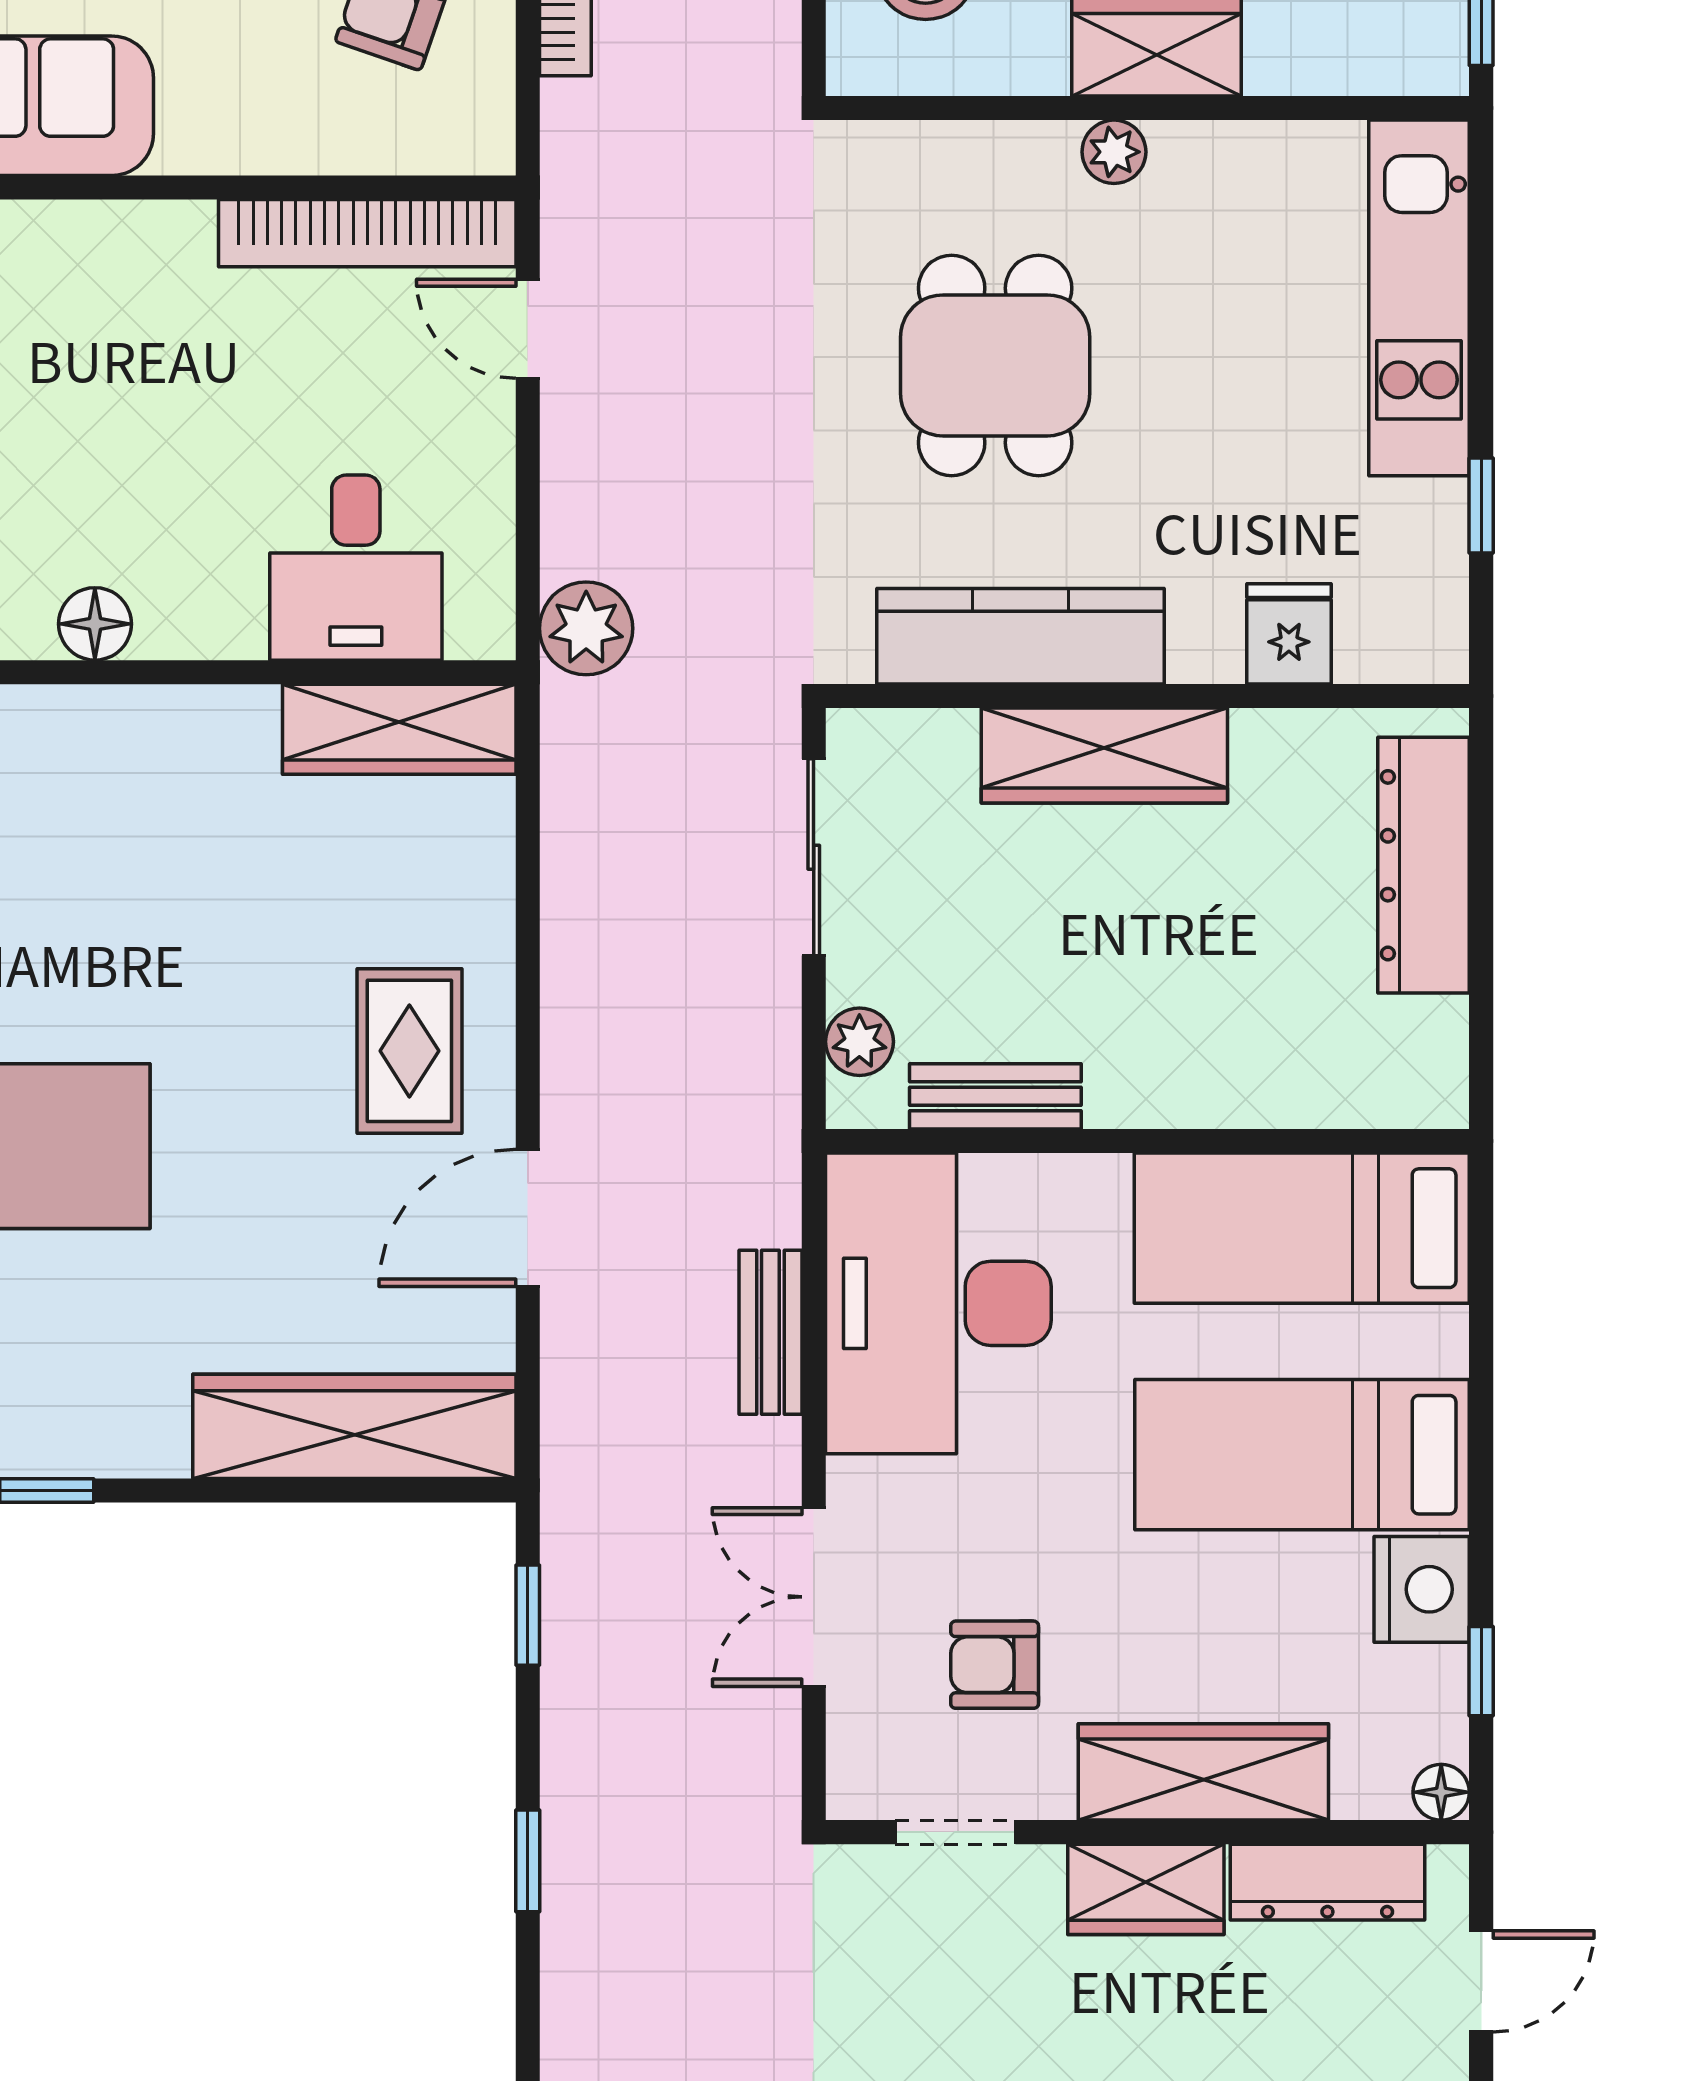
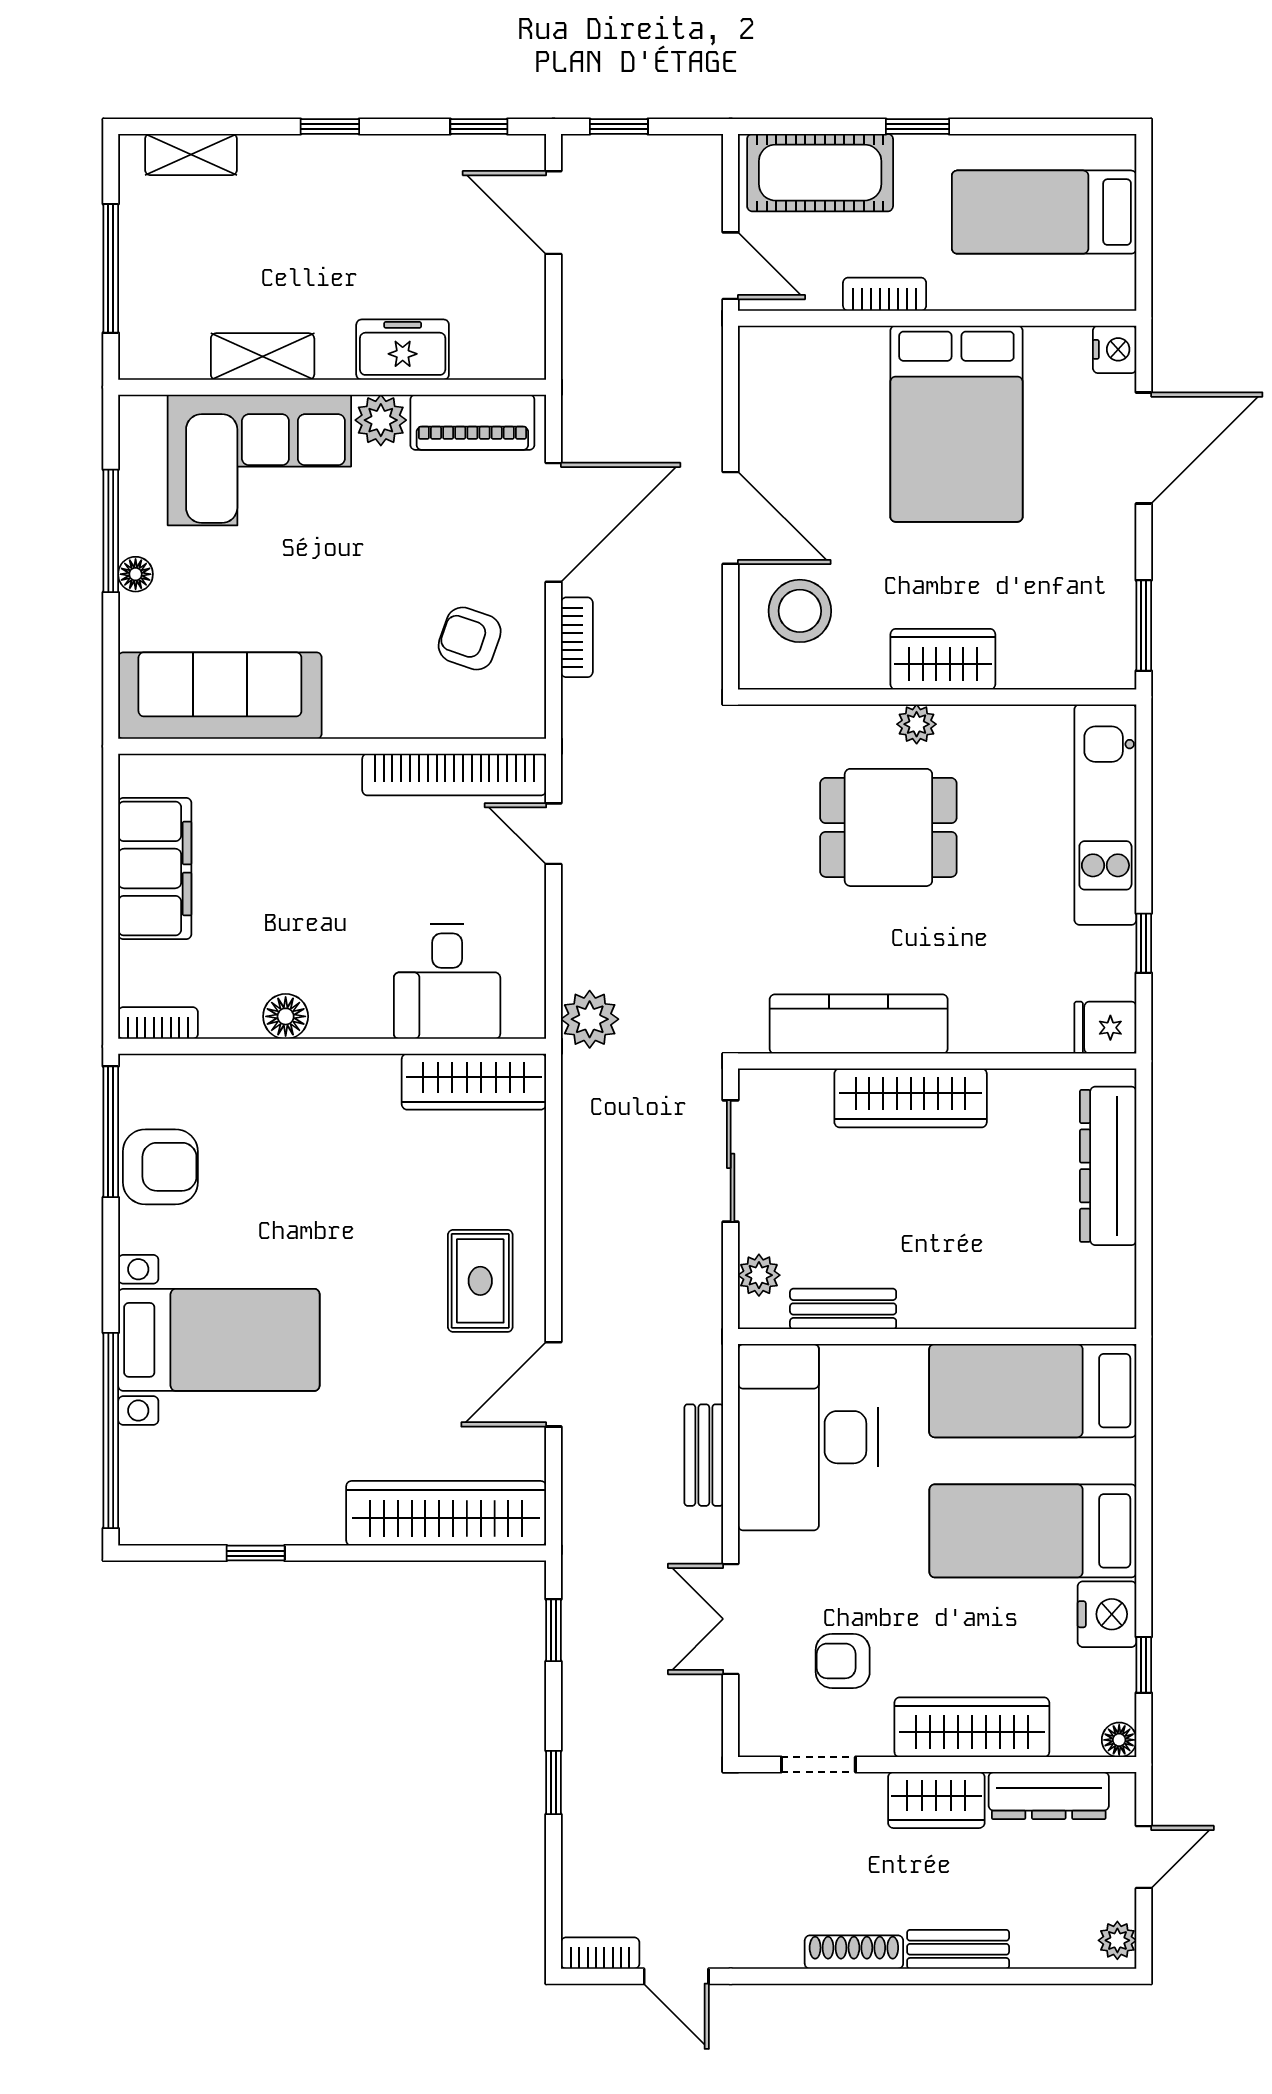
dining table: (995, 365) -> (888, 827), moved, turned 90
fridge: (1289, 634) -> (1105, 1028), moved, turned -90

